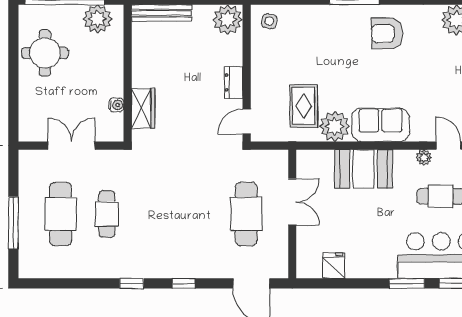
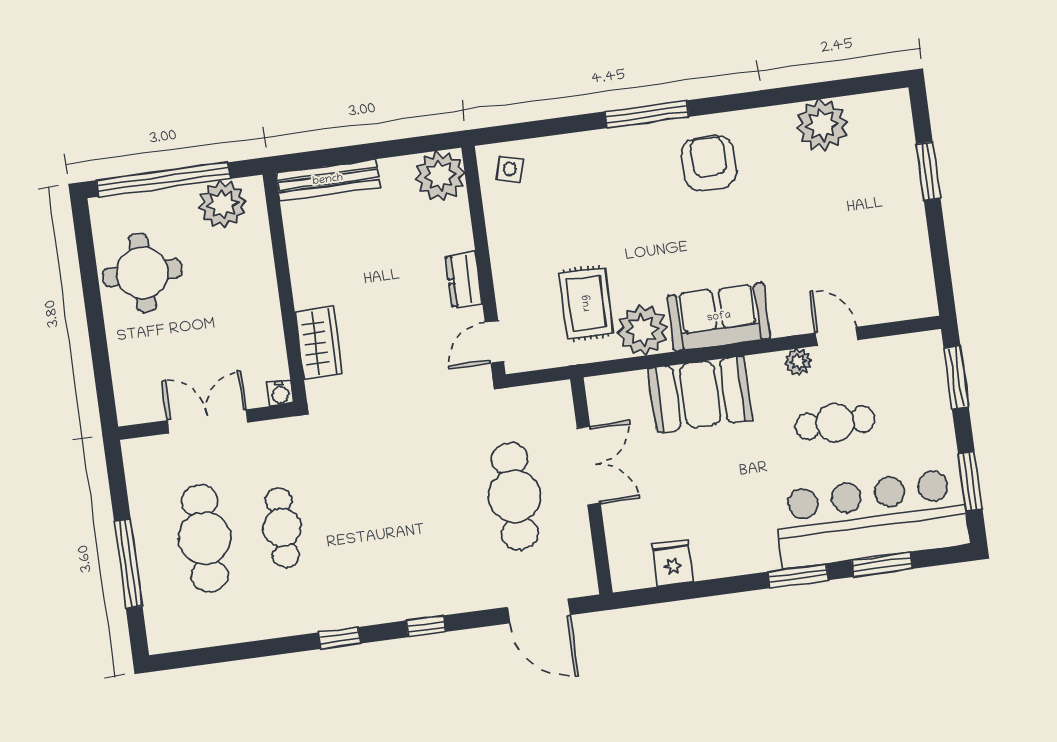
armchair: (387, 33) -> (709, 163), turned 90
water cooler: (116, 105) -> (280, 393), moved, turned 90

